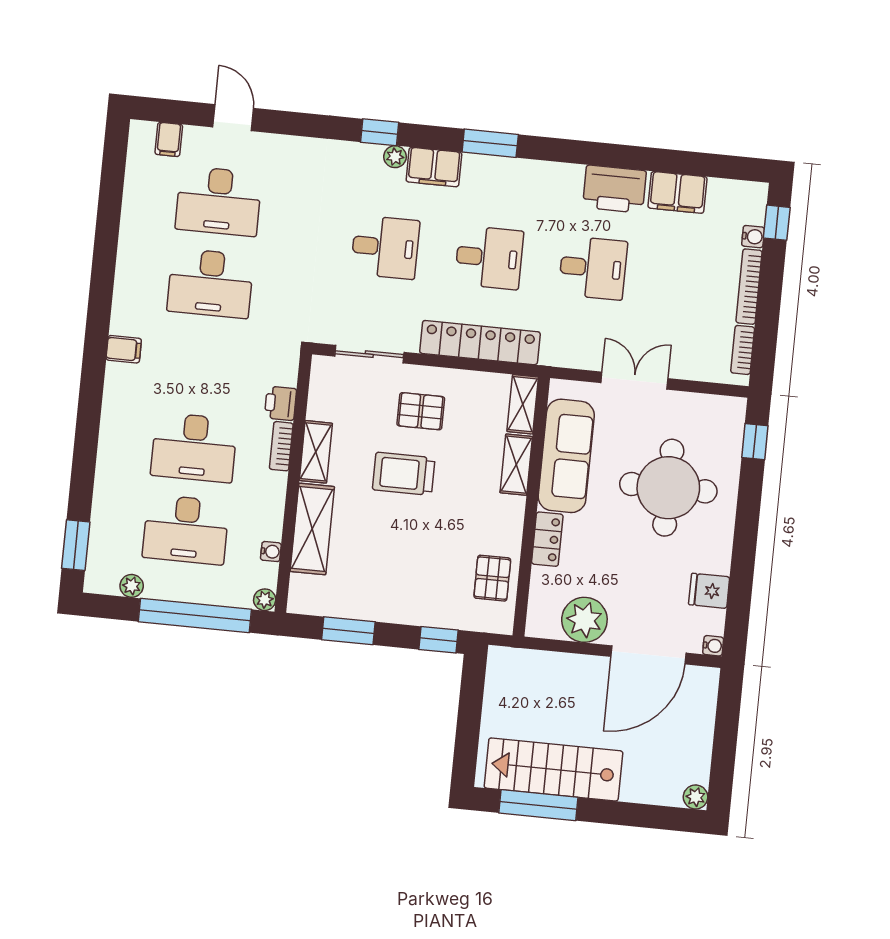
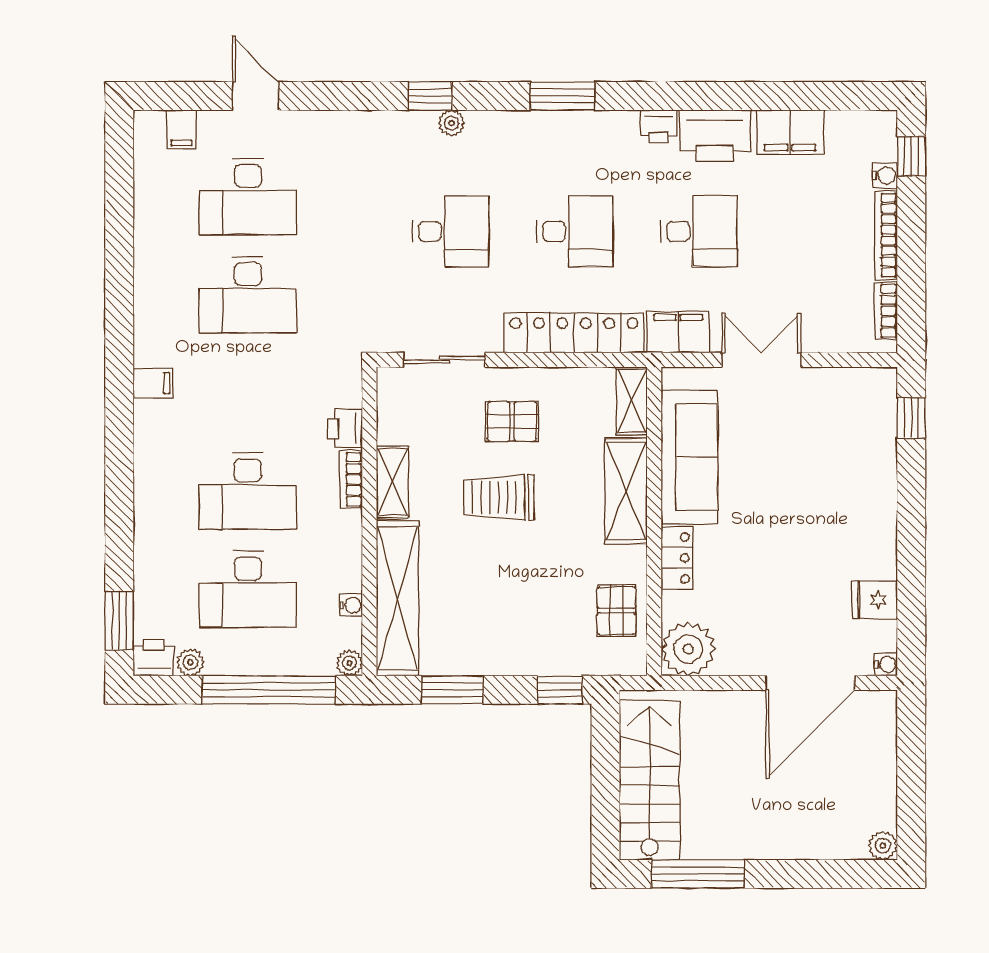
filing cabinet: (434, 167) -> (678, 332), moved, turned 180
printer: (568, 177) -> (659, 126), added
shelving: (516, 465) -> (626, 491), width x1.50, depth x1.33
round table: (668, 488) -> (814, 483), removed
shelving: (312, 529) -> (398, 598), width x1.47
printer: (101, 579) -> (154, 657), added
plant: (584, 620) -> (688, 649), moved
stairs: (553, 769) -> (650, 780), moved, turned 90

